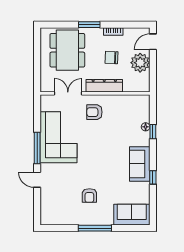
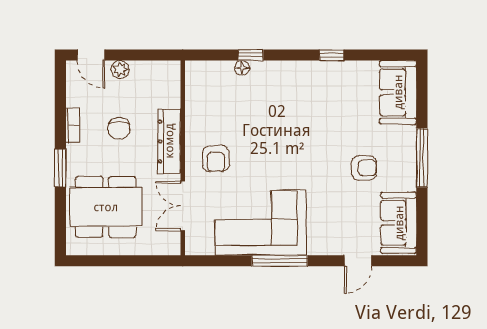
plant: (140, 63) -> (120, 70), width x0.53, depth x0.53
sofa: (140, 164) -> (399, 223), moved, turned 90
door: (37, 180) -> (358, 261), moved

